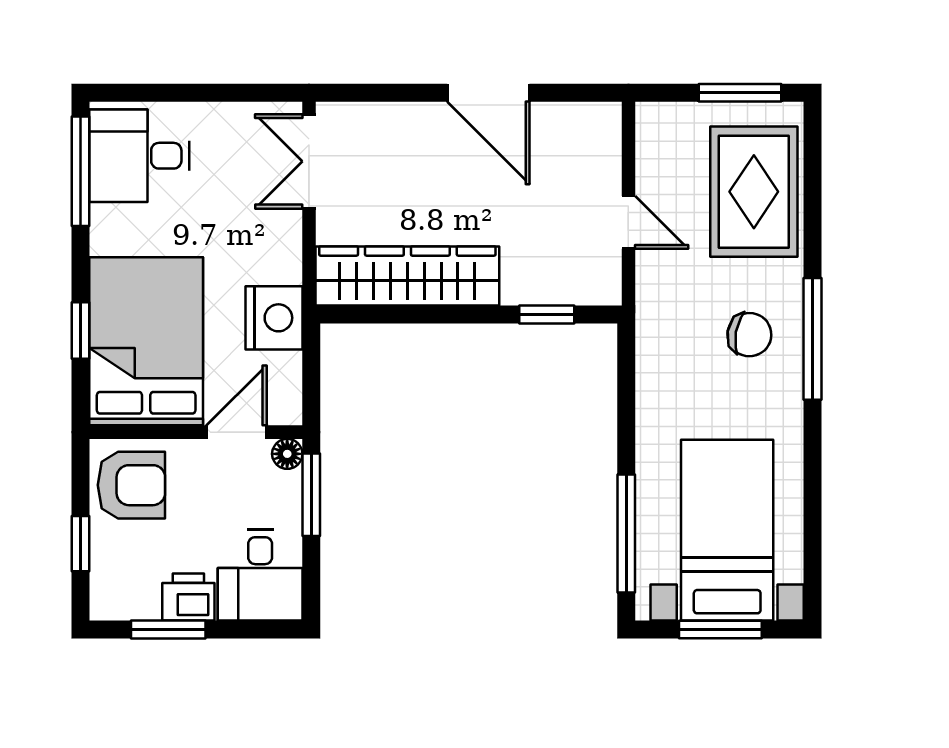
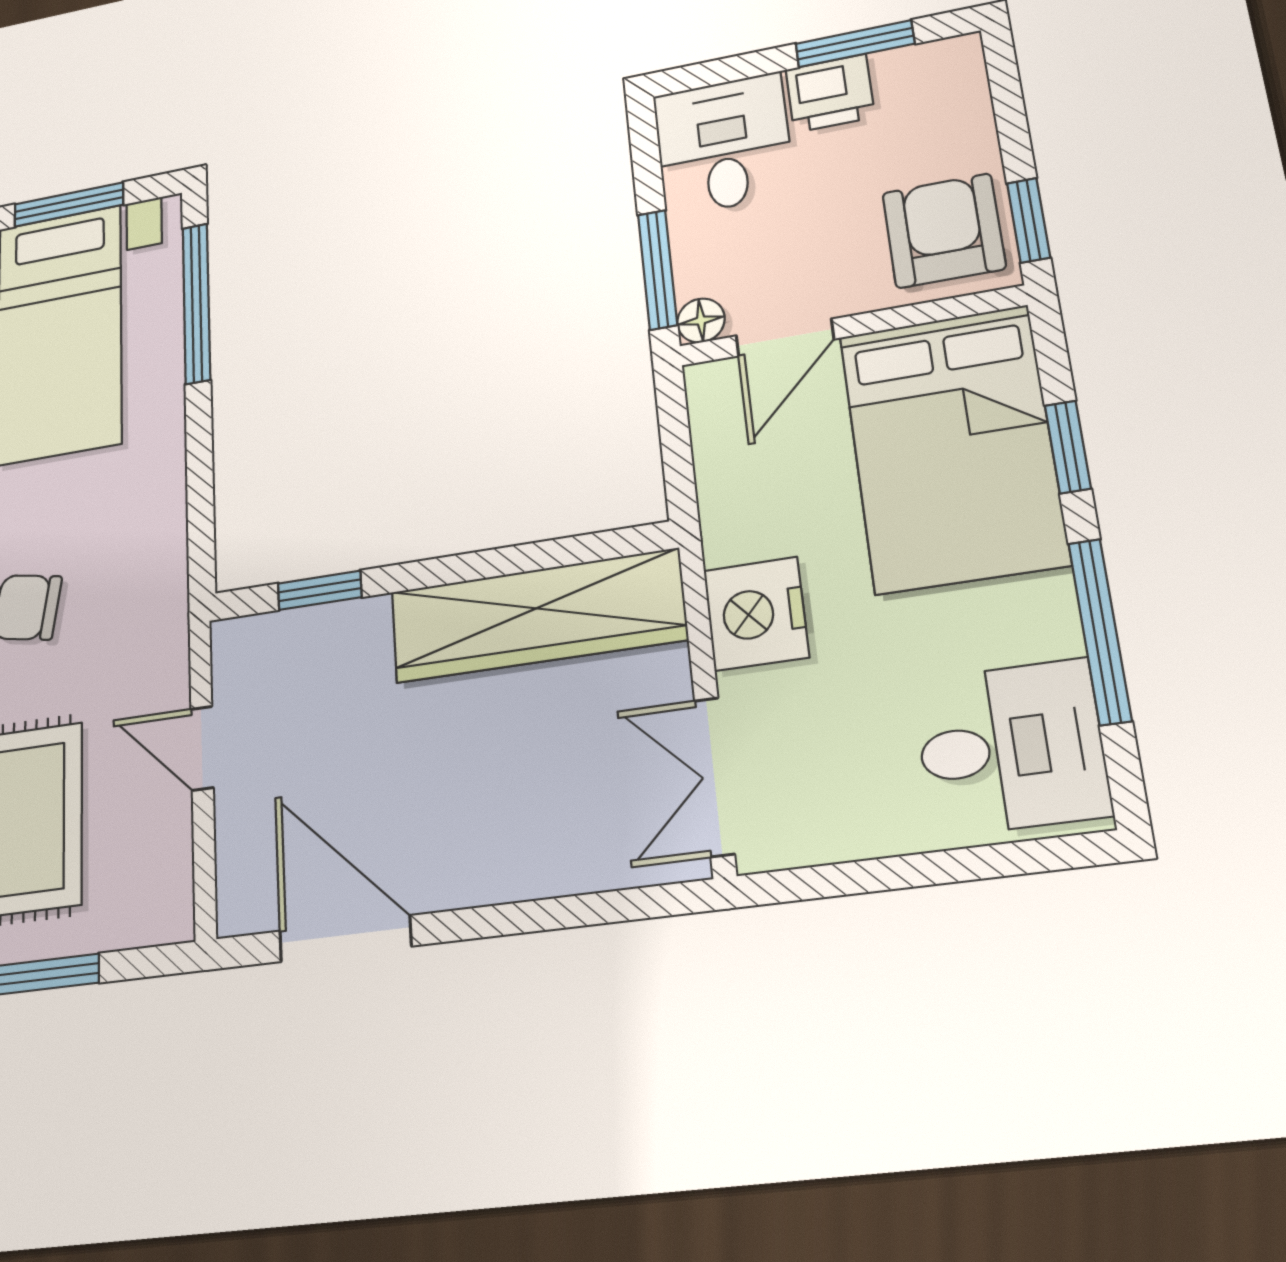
door: (488, 93) -> (345, 939), moved
double door: (309, 161) -> (714, 777), swing flipped
window: (80, 171) -> (1100, 631), moved
nightstand: (274, 318) -> (756, 614), moved
armchair: (131, 485) -> (944, 231), turned 90
window: (80, 544) -> (1028, 220), moved

